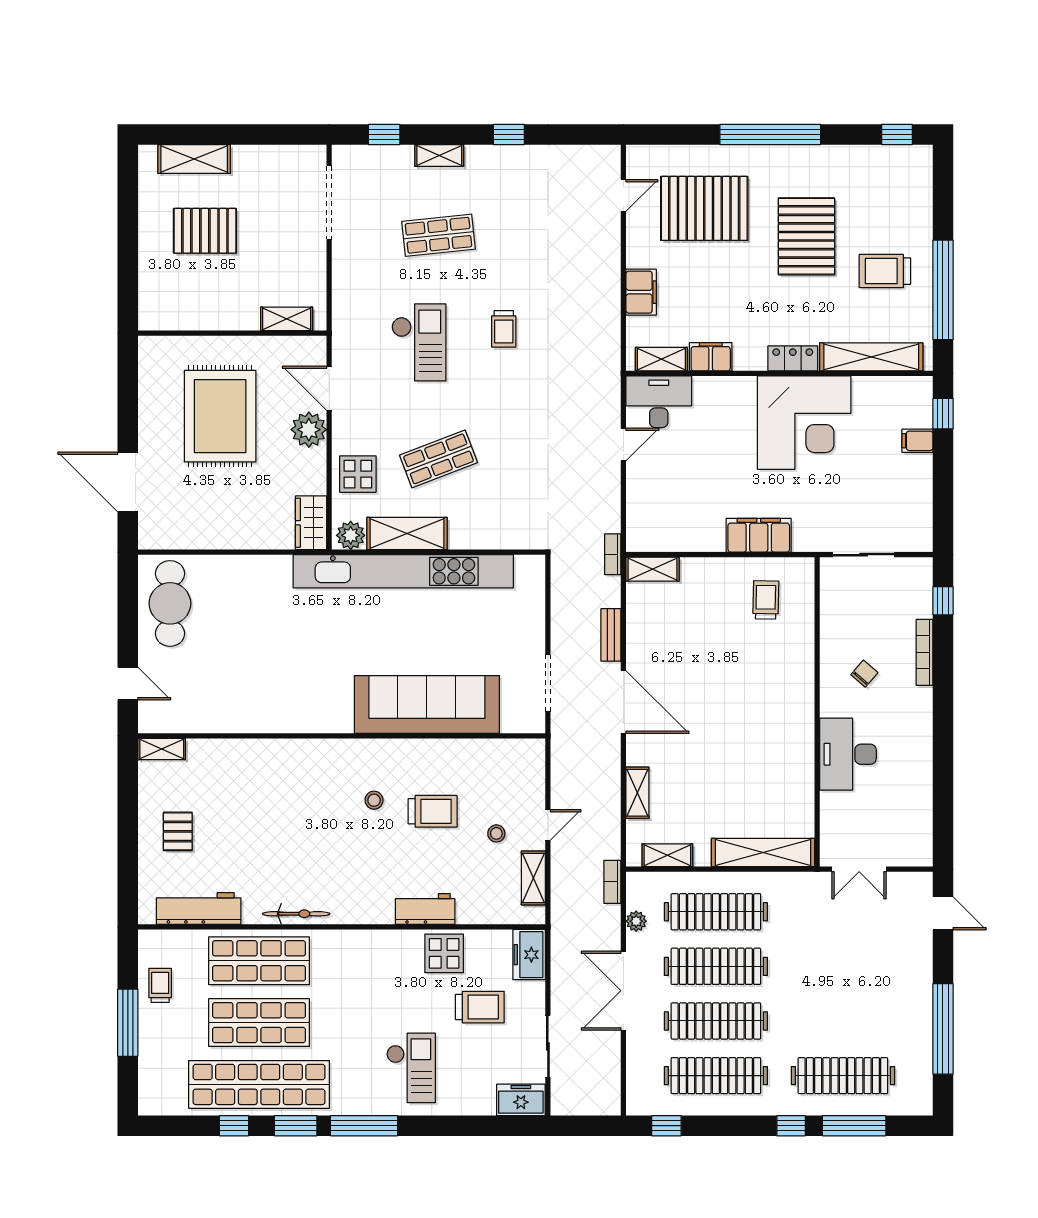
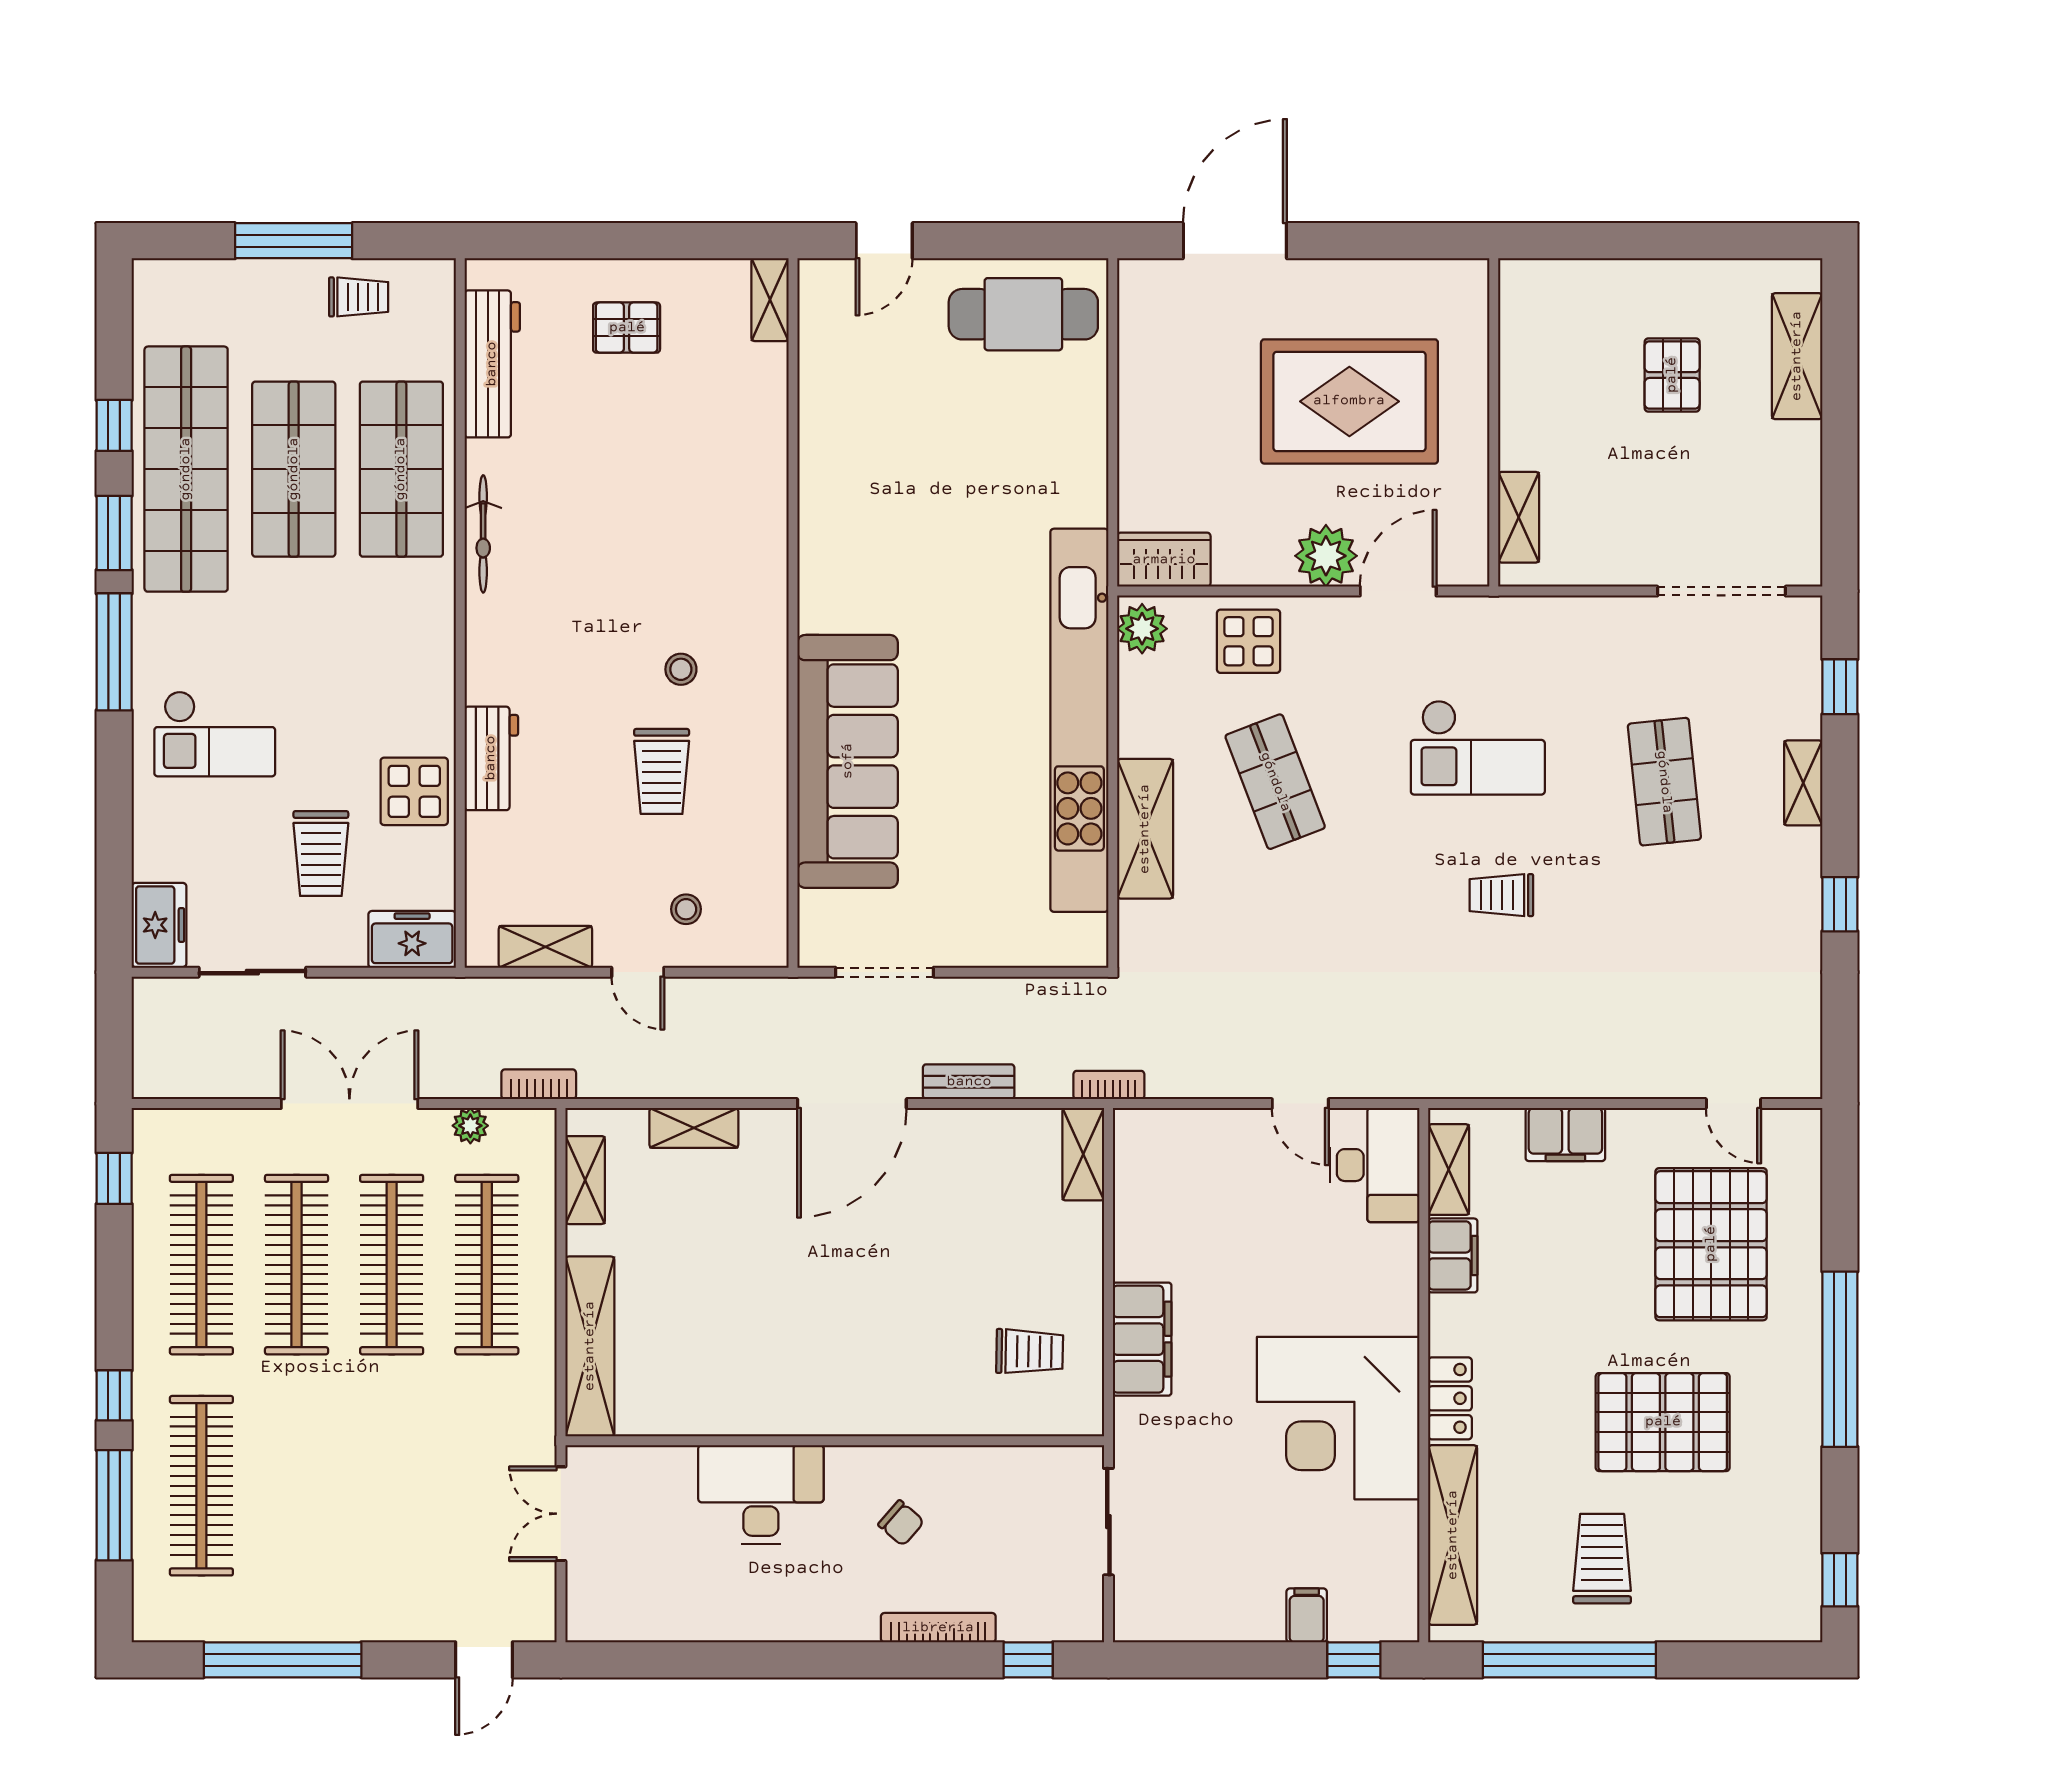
pallet: (205, 231) -> (1672, 375), width x0.67, depth x0.71
shelving: (407, 534) -> (1145, 829), moved
stool: (496, 833) -> (686, 909), moved

